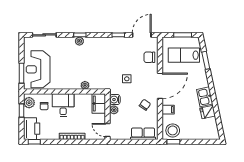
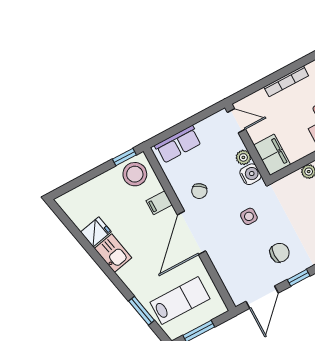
chair: (149, 57) -> (280, 253), moved

